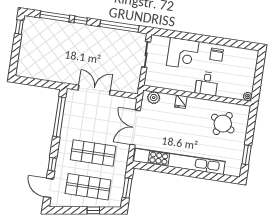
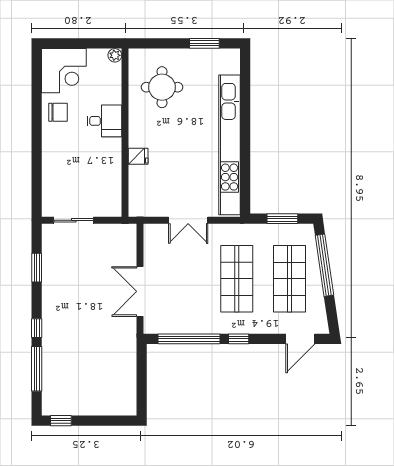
window: (119, 26) -> (37, 268), width x0.47
corner desk: (183, 53) -> (64, 71), moved, turned 90
plant: (154, 98) -> (138, 199), removed
round table: (223, 124) -> (162, 87), turned -30
double door: (135, 128) -> (188, 220), width x0.73
window: (52, 164) -> (239, 339), moved
window: (93, 210) -> (324, 265), width x3.17

